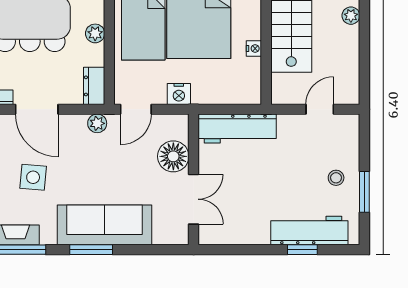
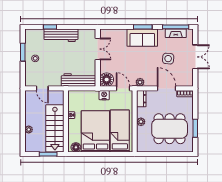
door: (136, 109) -> (123, 88), hinge flipped
door: (320, 109) -> (42, 88), hinge flipped
floor lamp: (173, 156) -> (107, 80), moved
double door: (194, 199) -> (98, 49), swing flipped
sofa: (104, 225) -> (142, 38), width x0.73
workbench: (309, 231) -> (61, 35), moved

